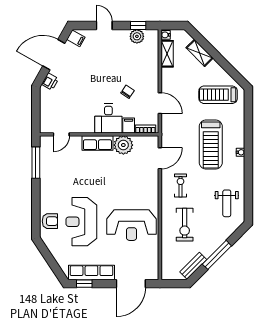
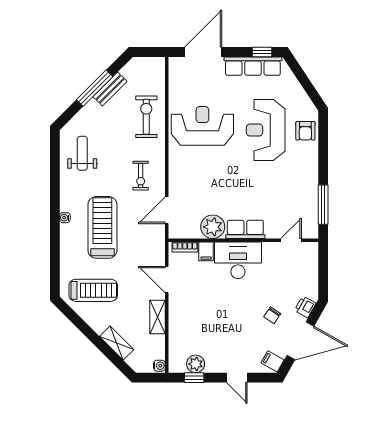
shelving: (167, 54) -> (158, 317), moved
chair: (128, 92) -> (272, 315), moved
desk: (108, 118) -> (238, 260), width x1.37
armchair: (50, 221) -> (305, 131), turned -90
reception desk: (81, 222) -> (266, 130), turned 180
exercise bike: (185, 225) -> (146, 117), moved
bench: (193, 266) -> (110, 89), moved

